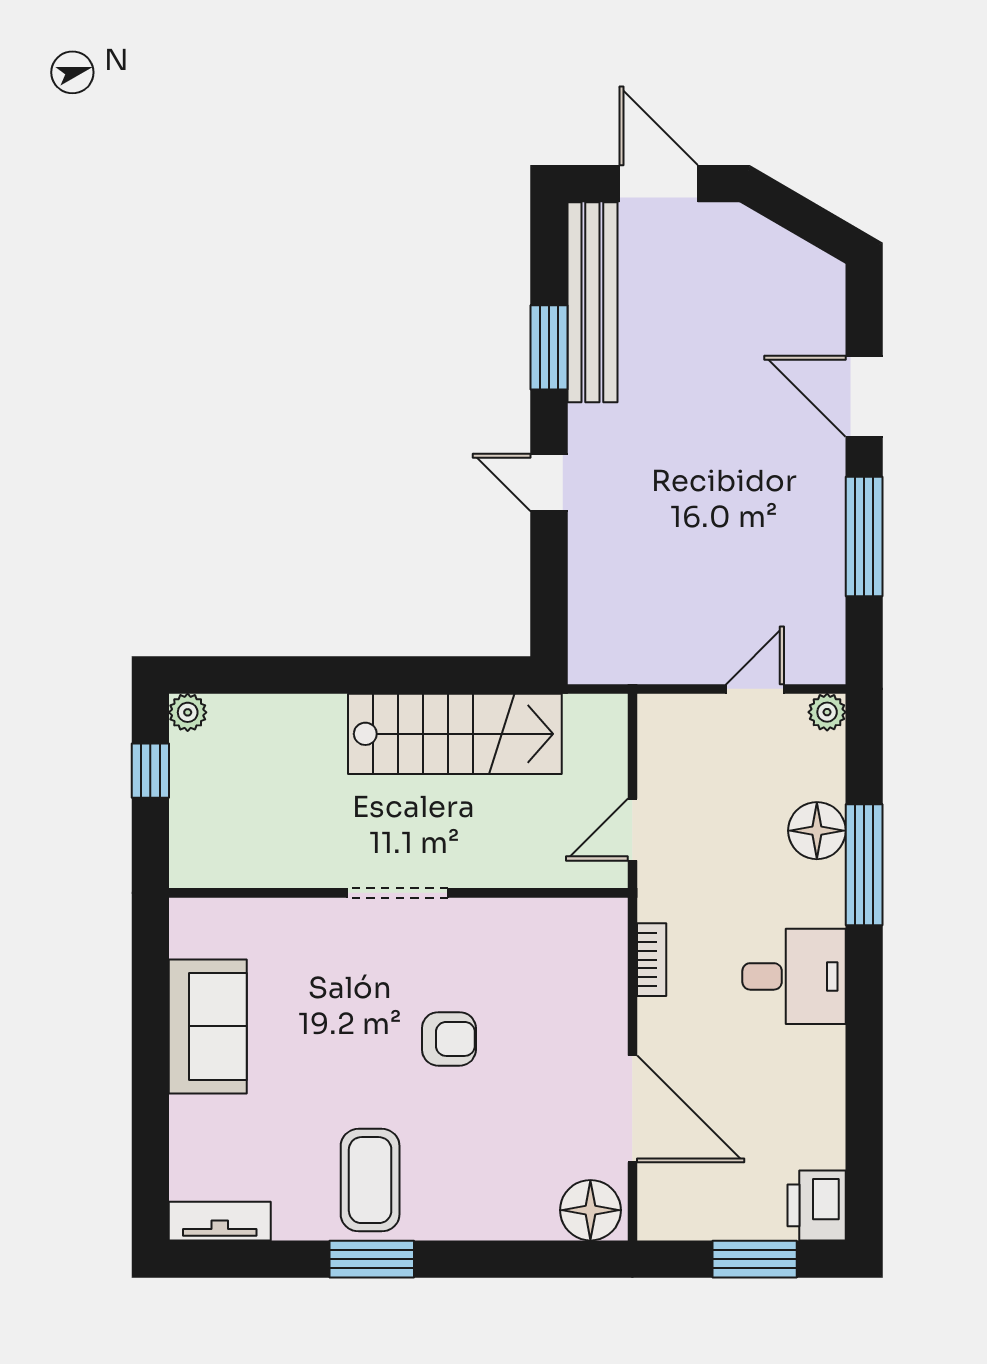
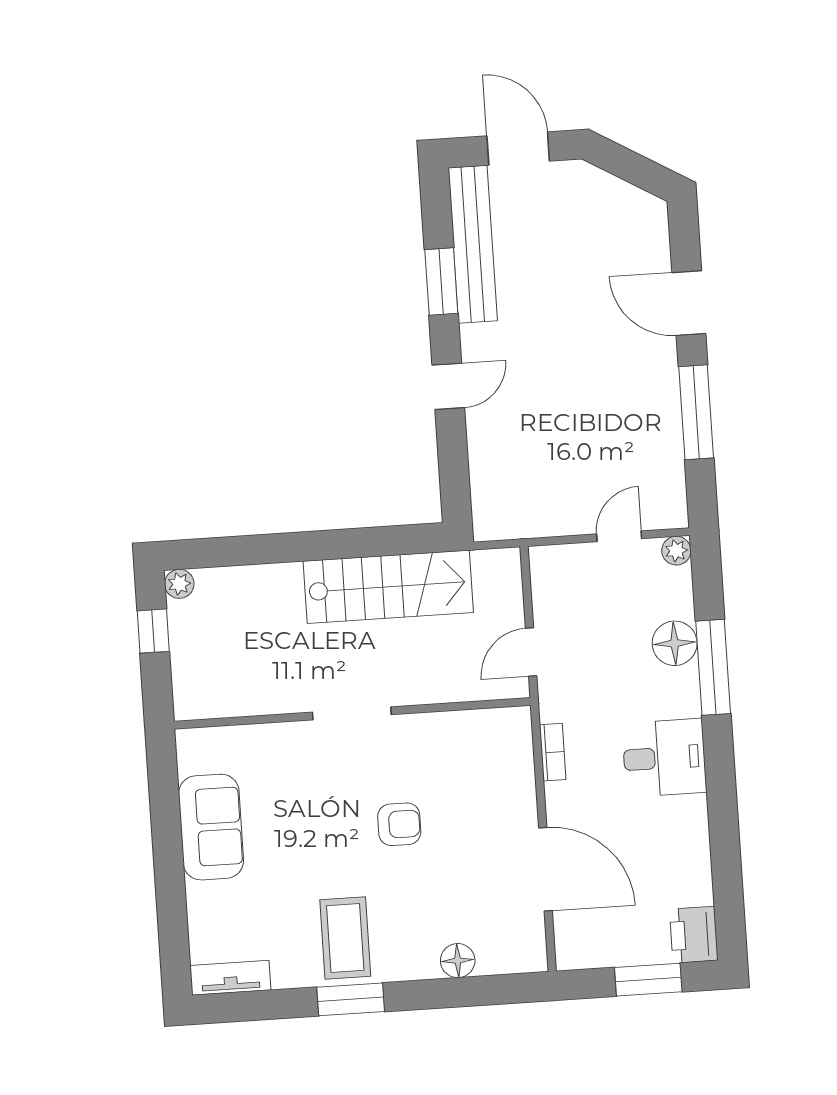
door: (549, 482) -> (448, 386), swing flipped
floor lamp: (590, 1210) -> (458, 961), moved, width x0.73, depth x0.73

